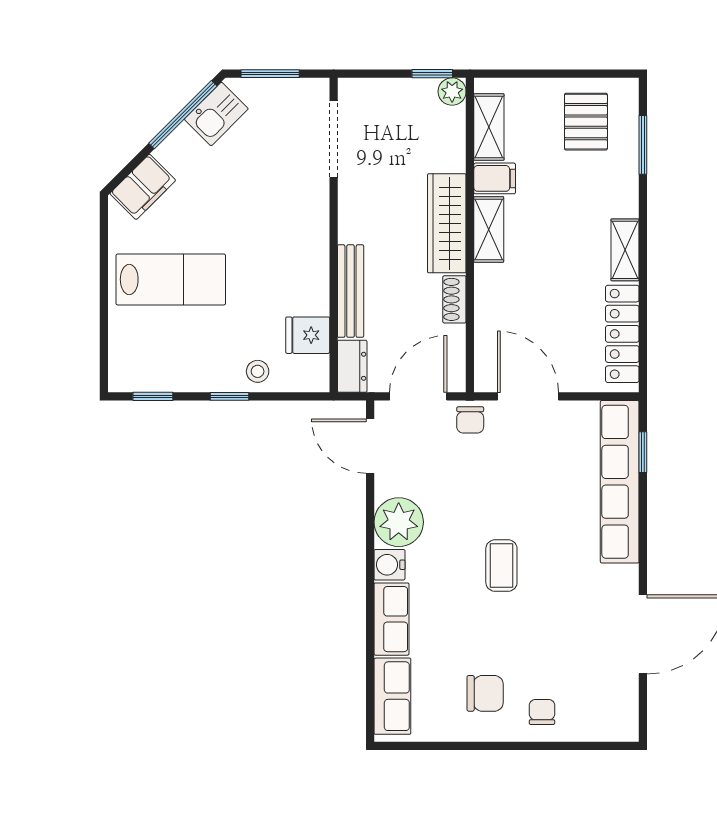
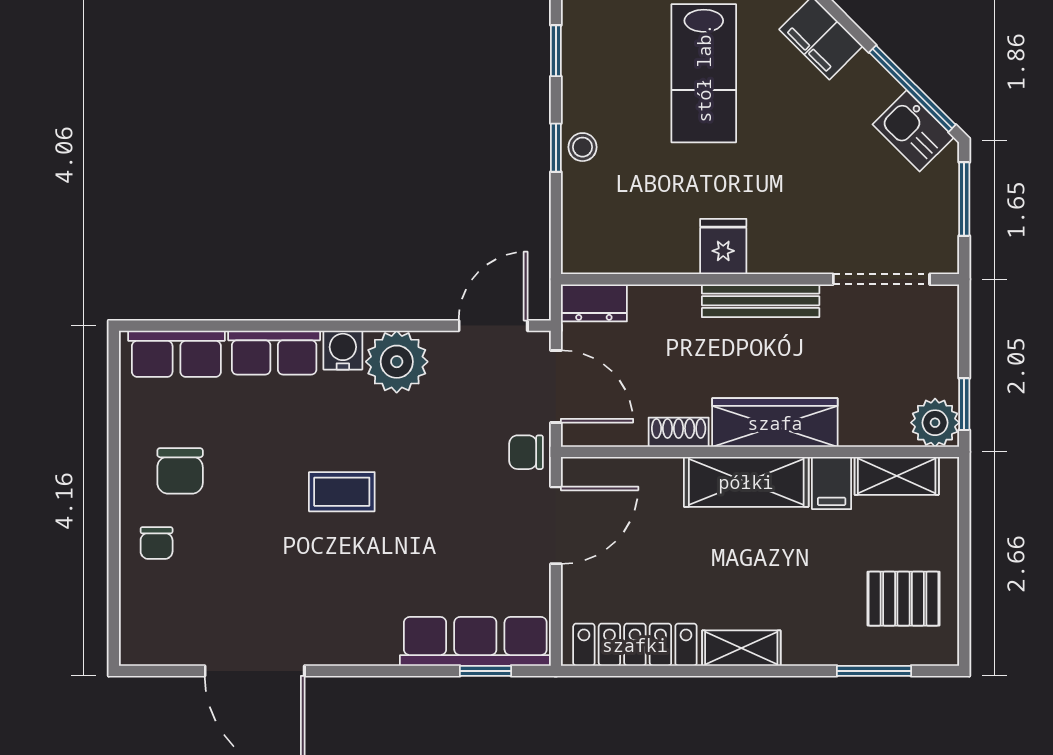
plant: (452, 92) -> (935, 423), width x1.38, depth x1.38
shelving: (489, 229) -> (746, 482), width x1.50, depth x1.33
bench: (351, 291) -> (761, 301), moved
fridge: (308, 335) -> (723, 247), moved
stool: (258, 371) -> (582, 147), moved
row of seats: (620, 482) -> (475, 641), width x0.73
chair: (542, 712) -> (157, 543), turned 90

